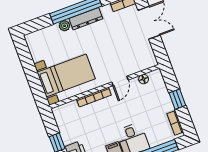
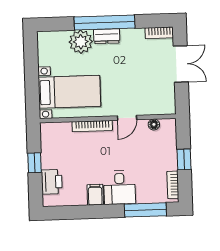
dresser: (86, 19) -> (107, 36), width x0.70
plant: (65, 26) -> (81, 42), width x1.87, depth x1.87

